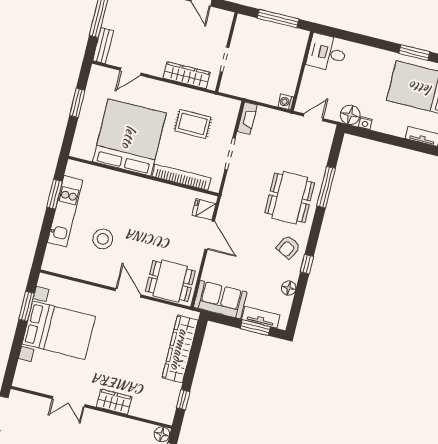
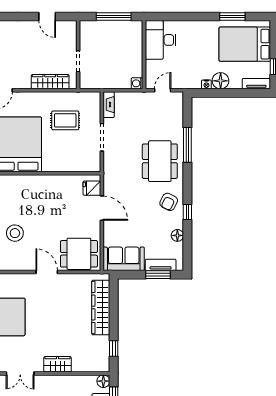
desk: (327, 53) -> (161, 40), width x1.37
floor lamp: (350, 115) -> (221, 81), moved
bookcase: (181, 177) -> (67, 166), removed

